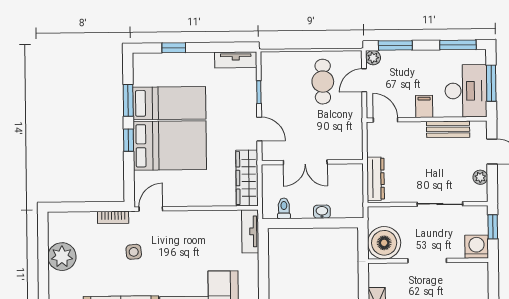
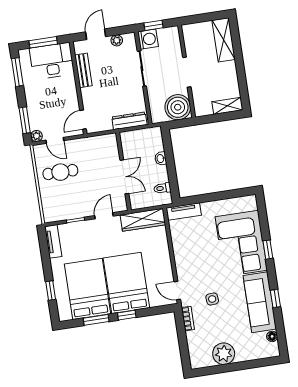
bed: (169, 103) -> (87, 289), width x1.50
filing cabinet: (424, 106) -> (68, 91), removed
washing machine: (477, 247) -> (148, 39), moved, turned 180

